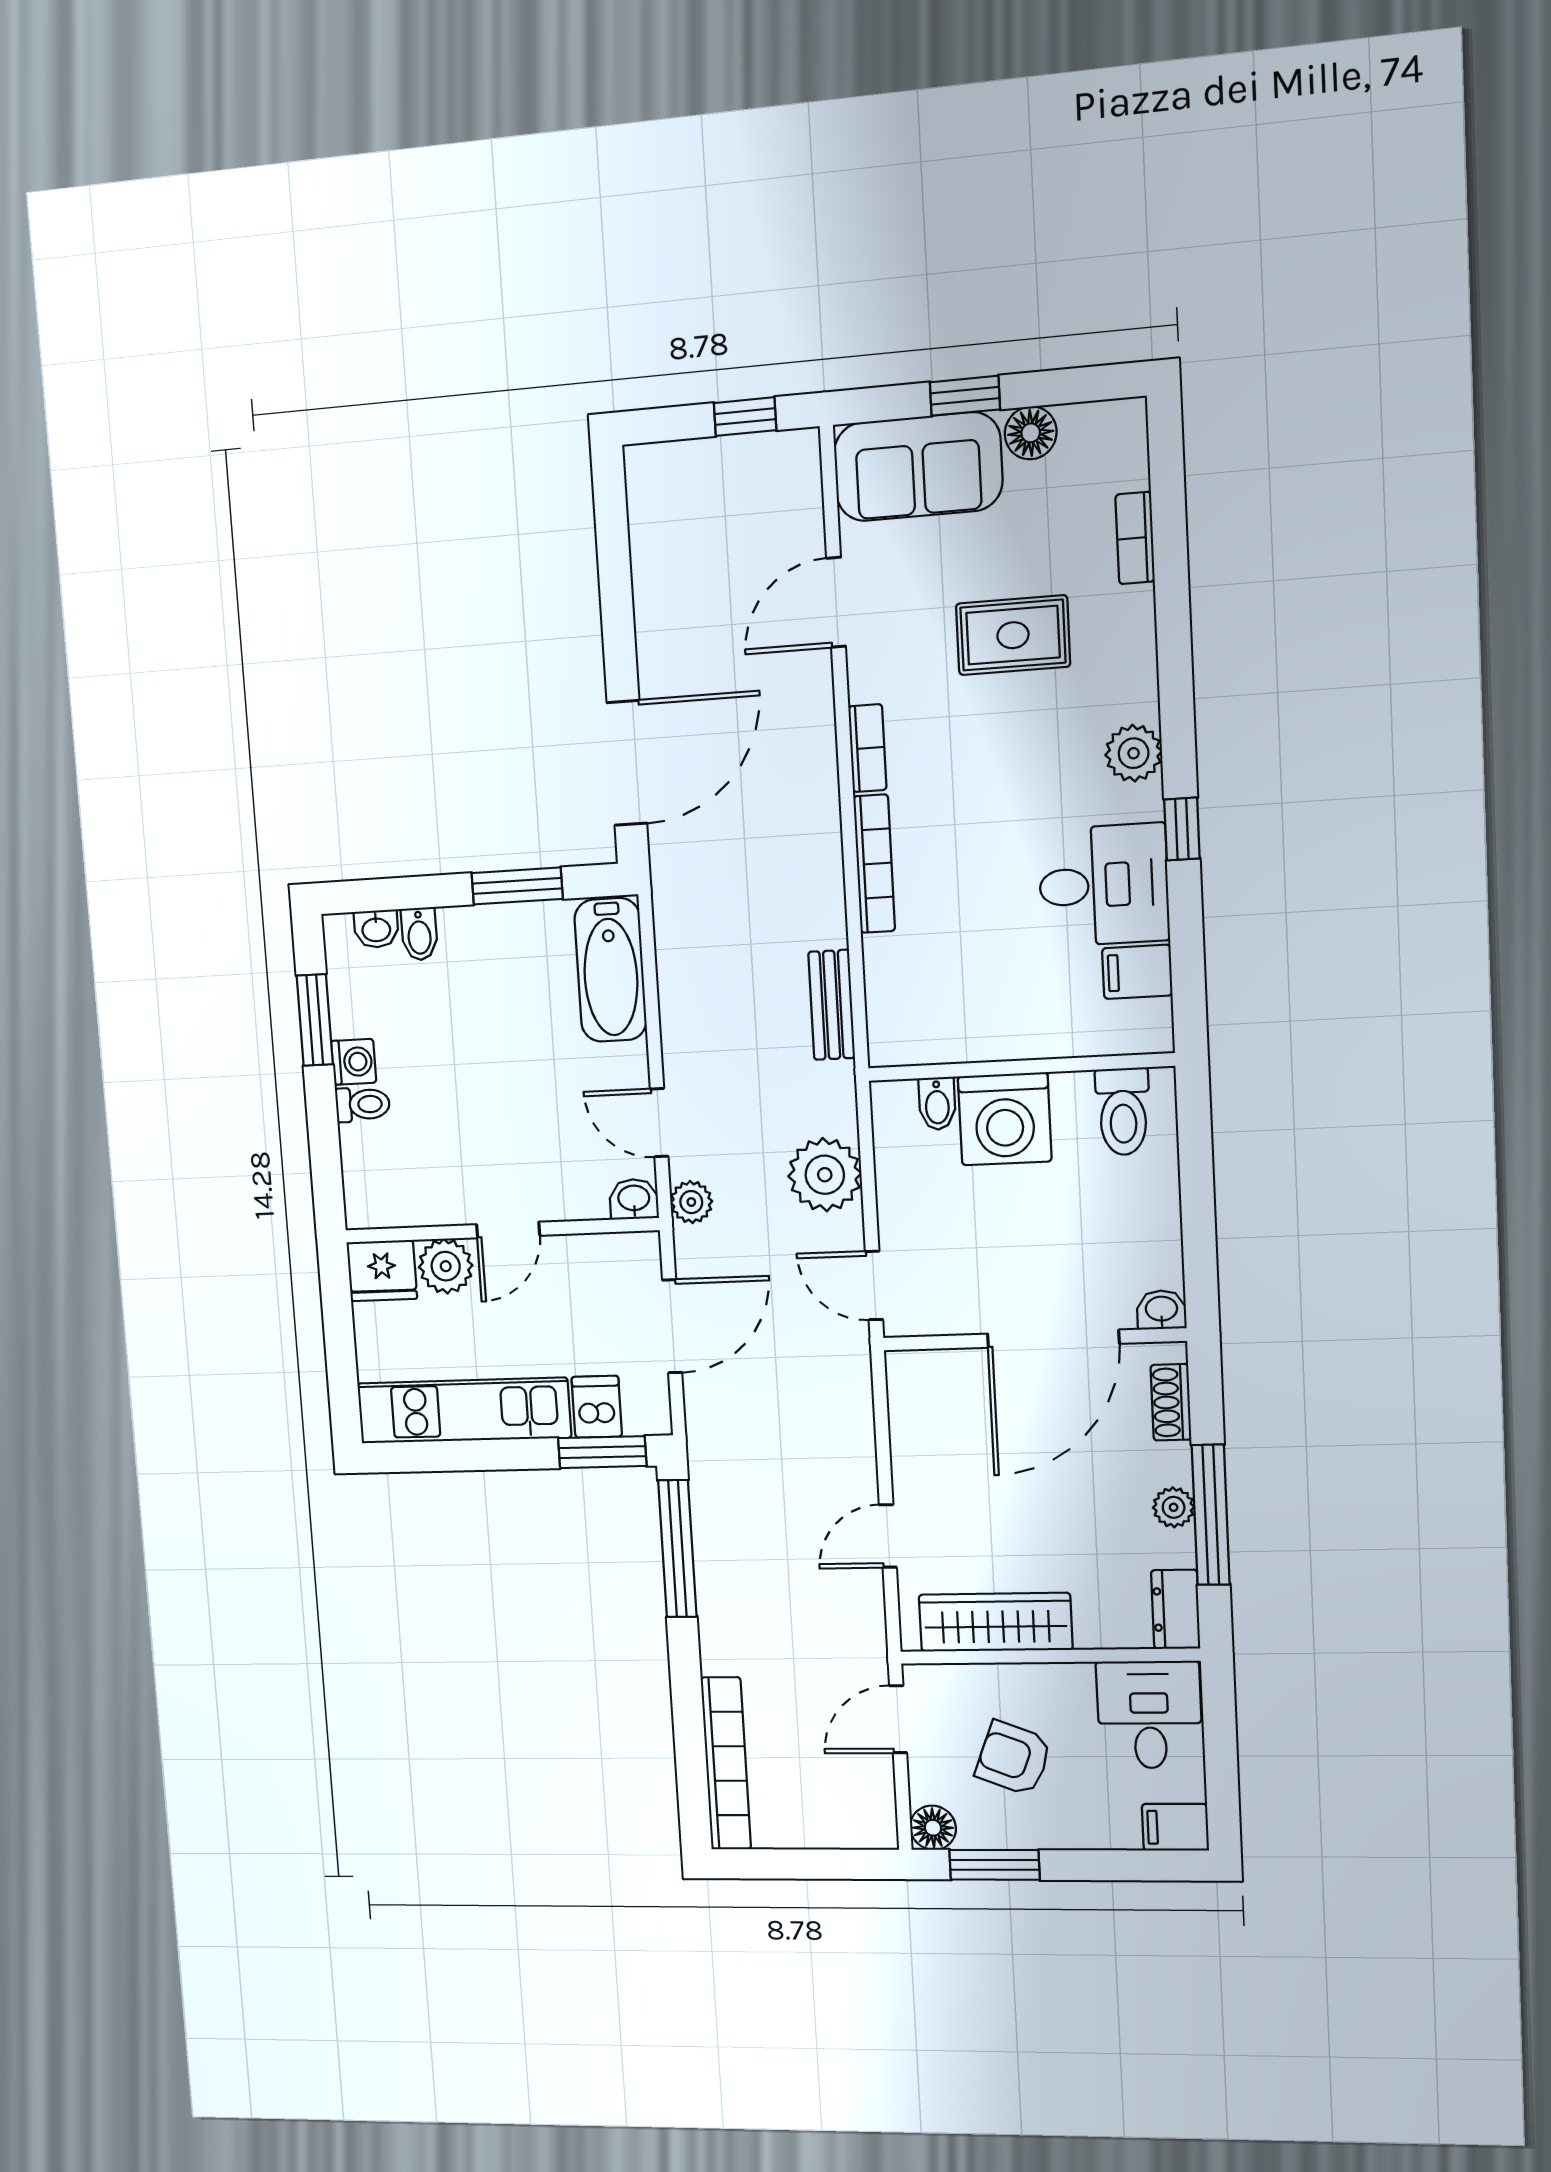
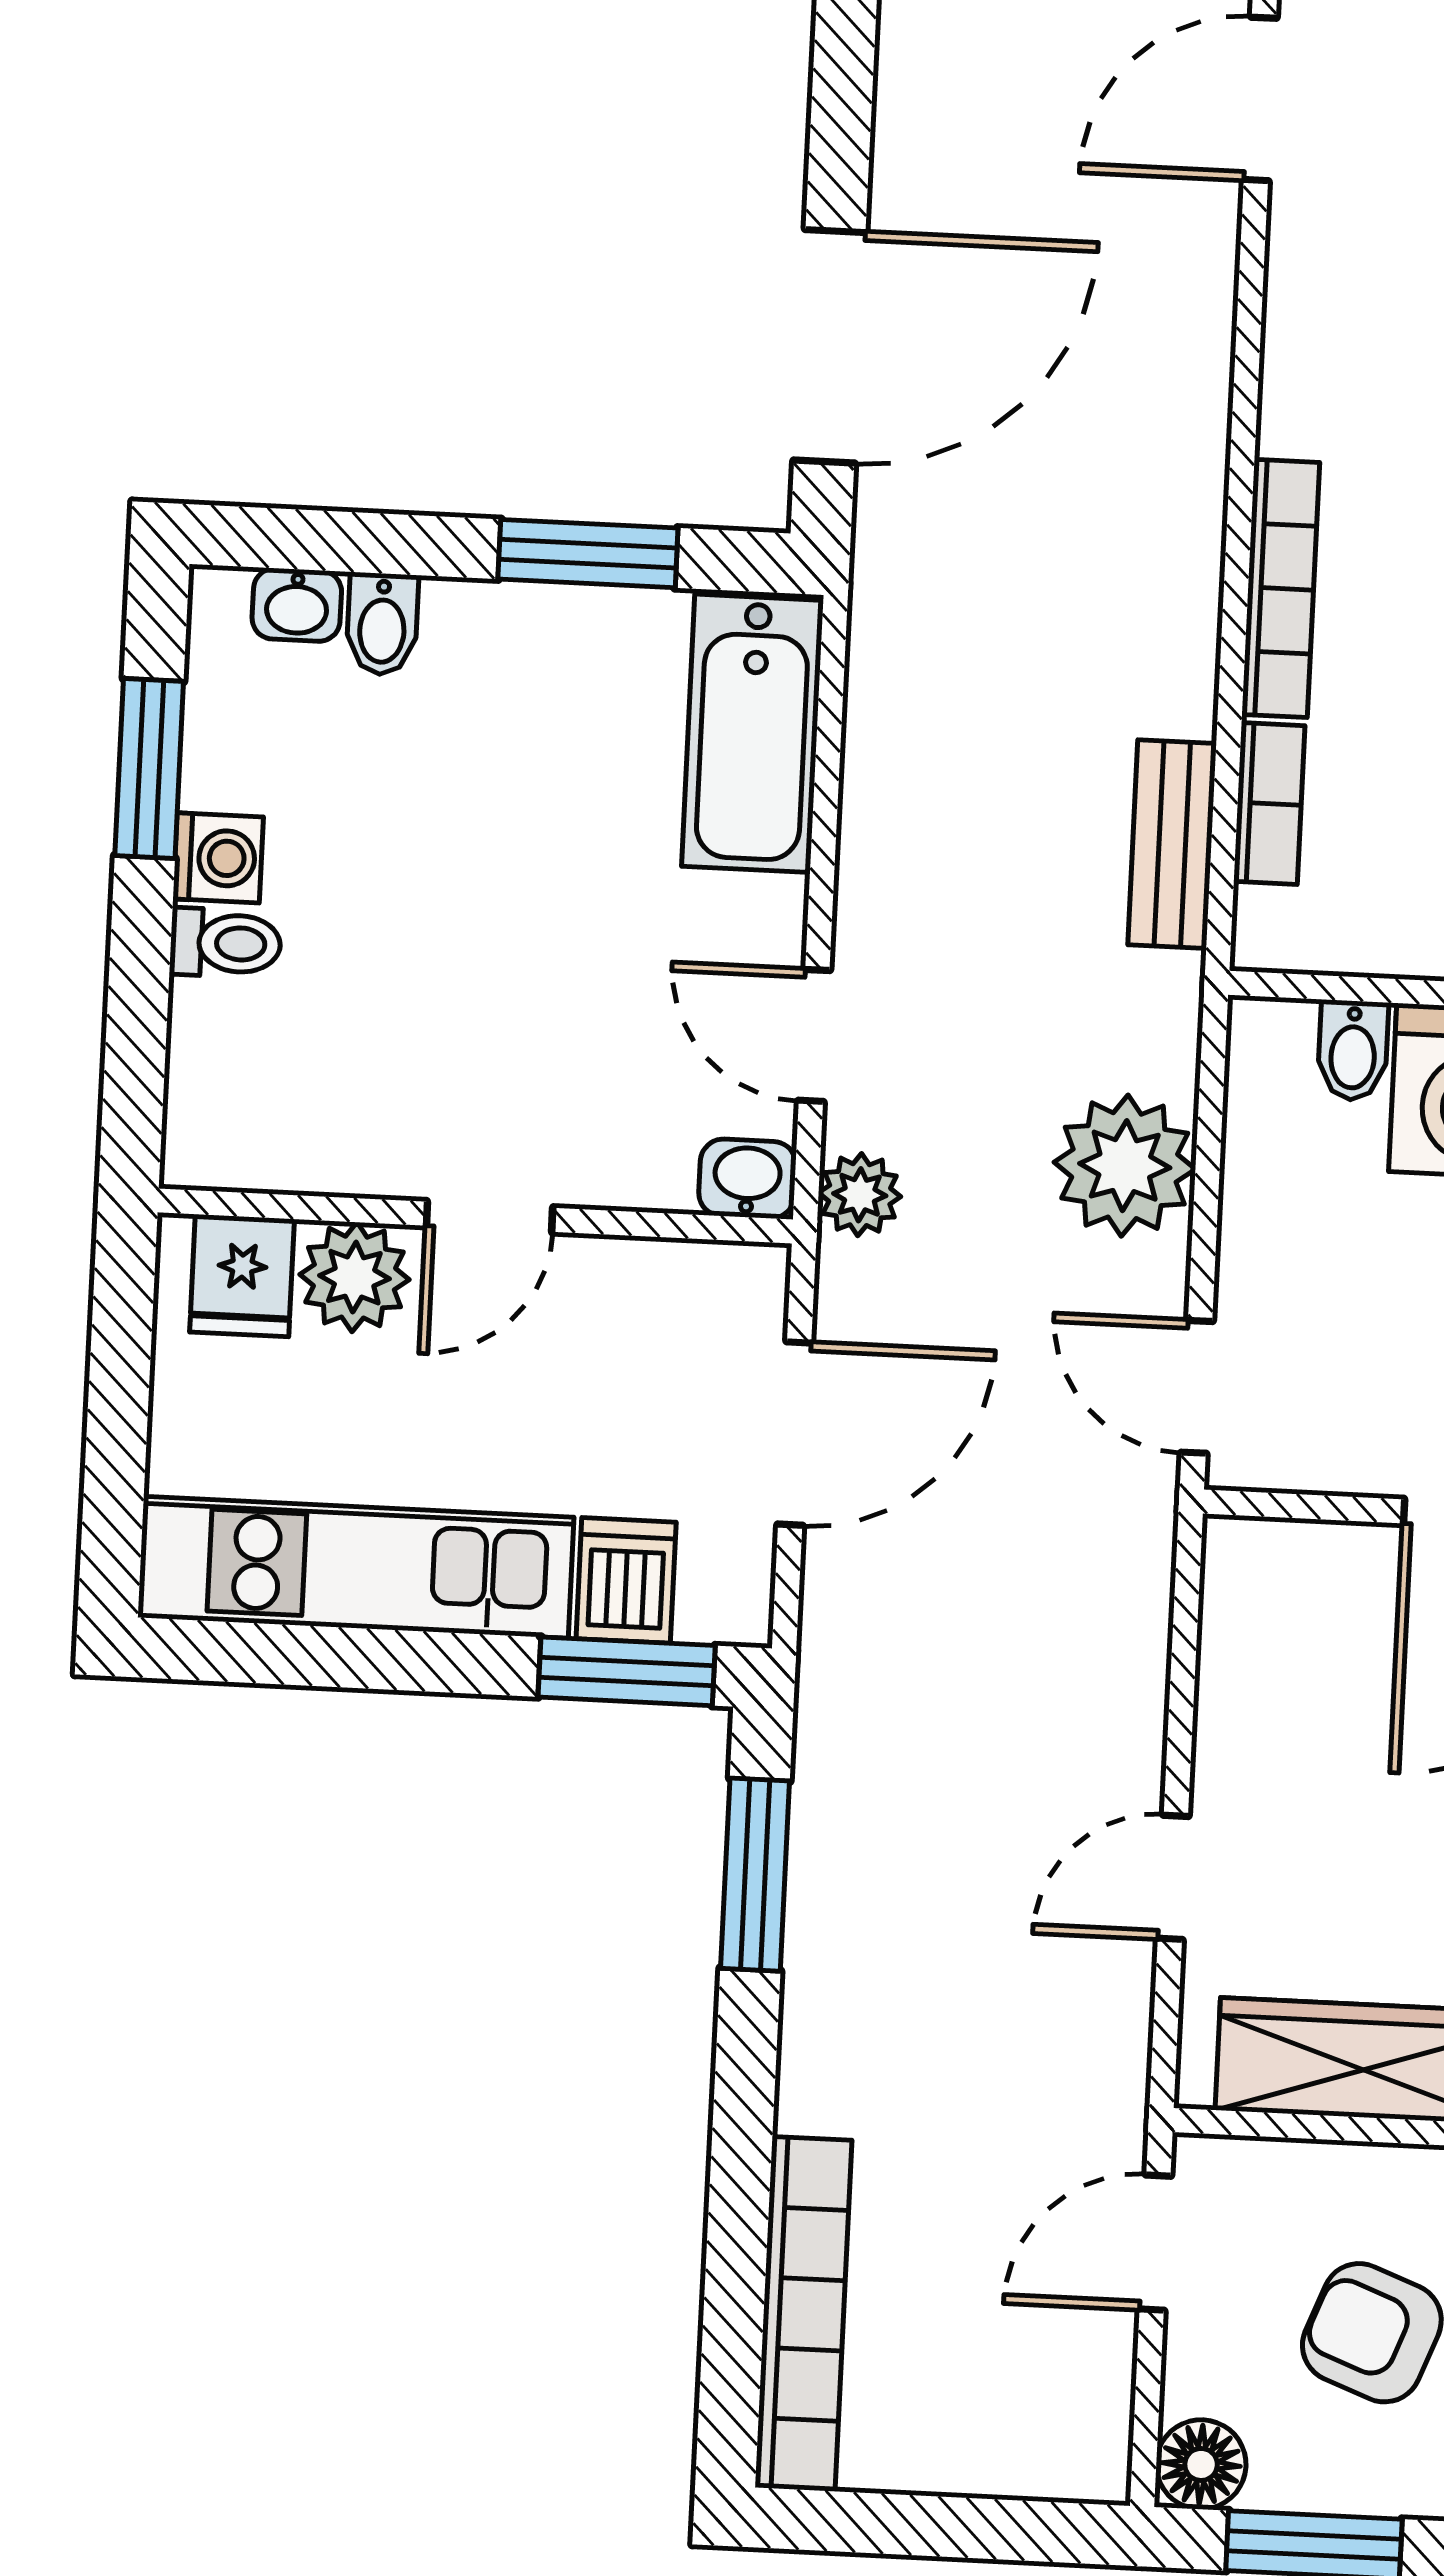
bookcase: (867, 748) -> (1269, 804), moved
fridge: (382, 1271) -> (242, 1276), width x0.72
window: (677, 1549) -> (755, 1875), width x0.69

